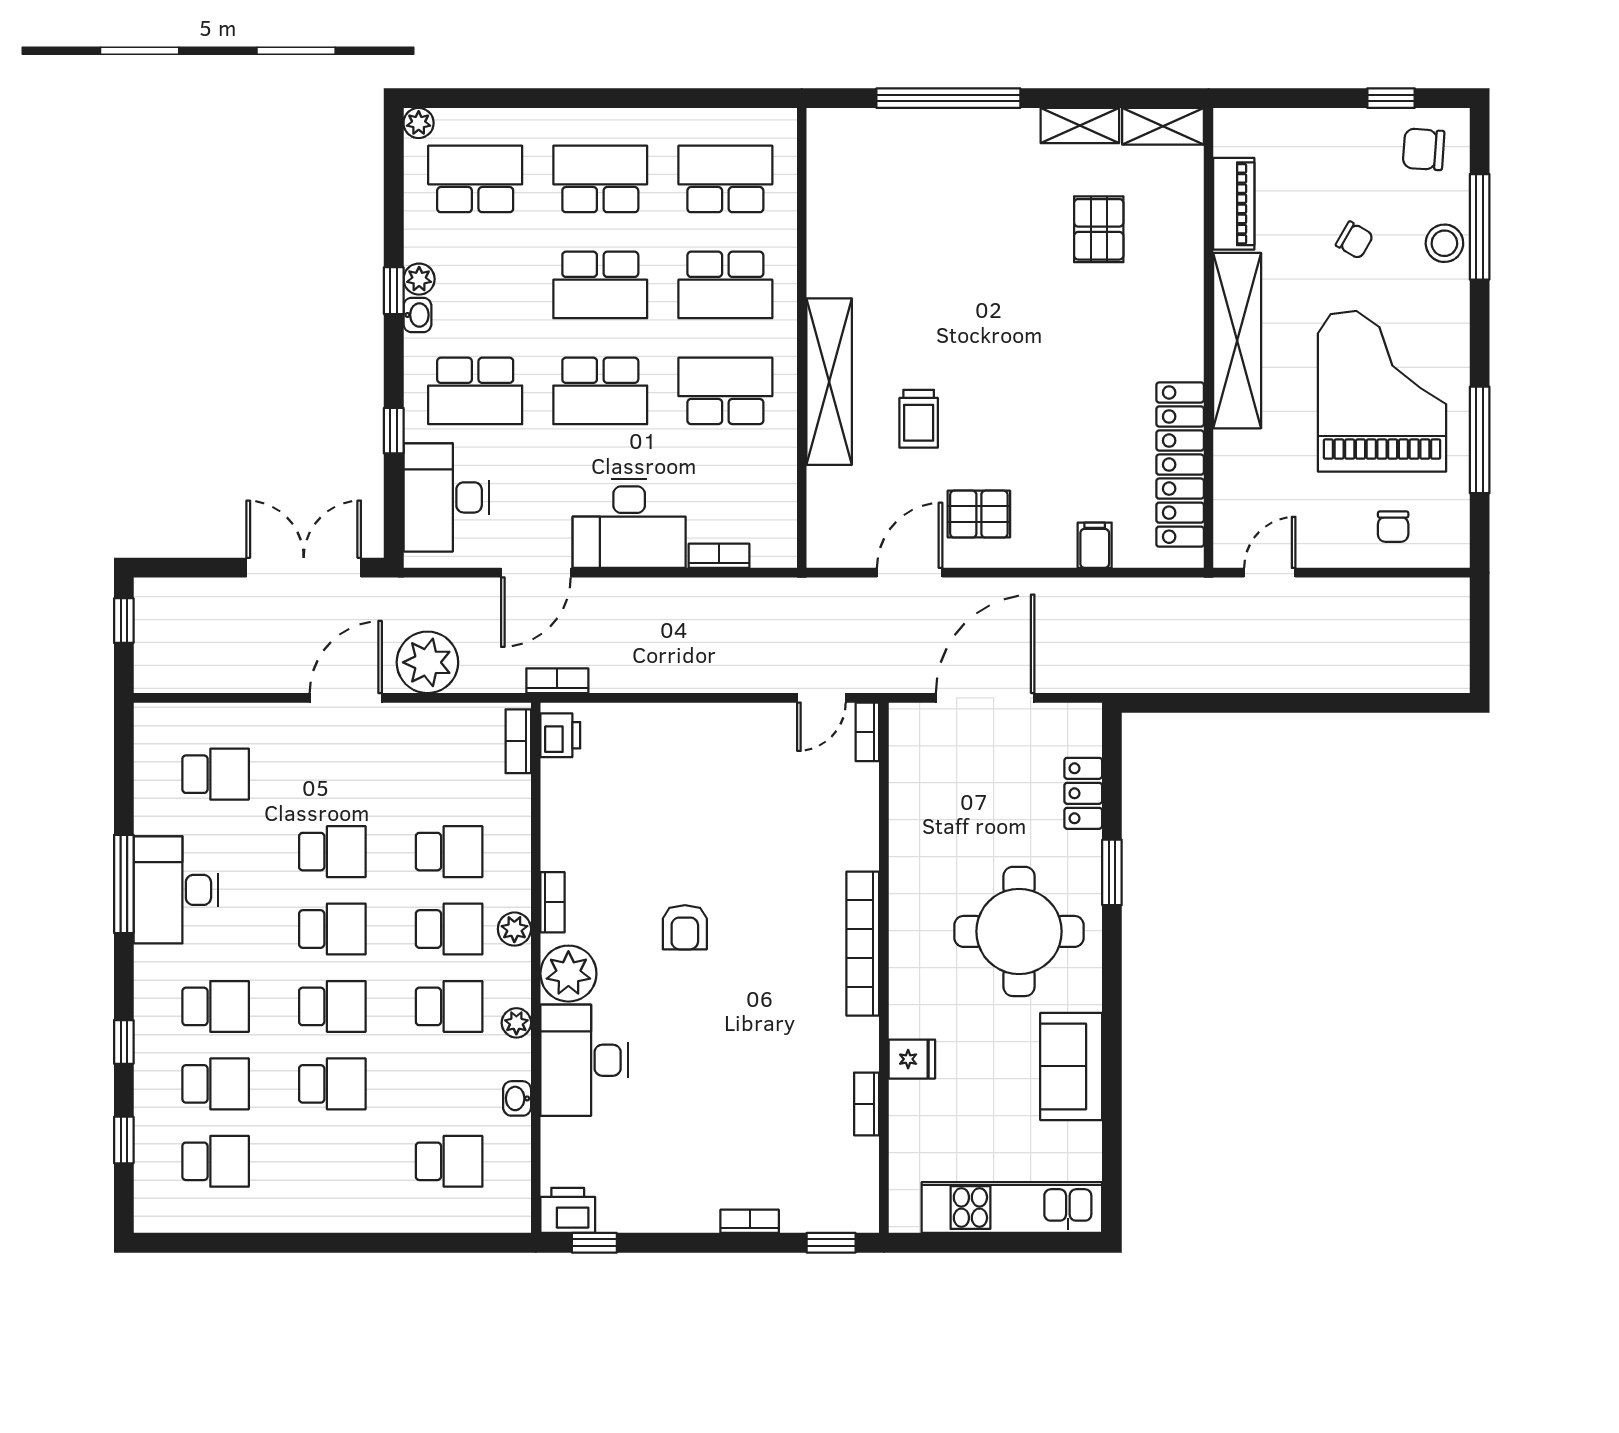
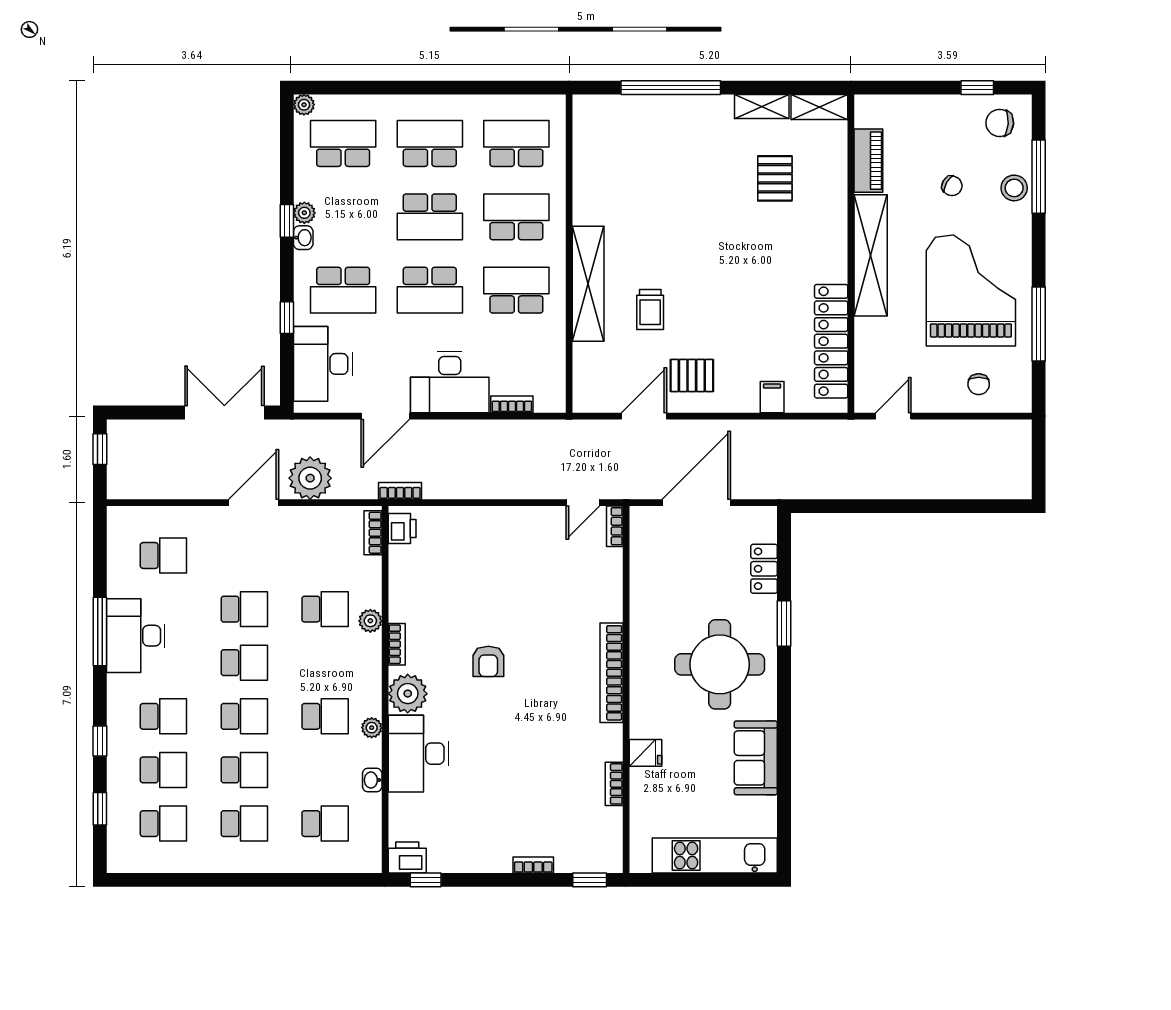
school desk: (725, 285) -> (516, 217), turned 180
school desk: (449, 929) -> (244, 824), moved
plant: (514, 929) -> (370, 621), moved

